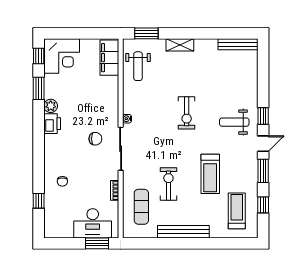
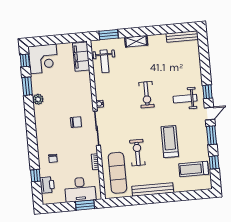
printer: (52, 124) -> (47, 185), moved
treadmill: (210, 174) -> (170, 142), turned 180
exercise mat: (141, 207) -> (117, 173), width x1.36, depth x1.45
treadmill: (237, 211) -> (194, 169), turned -90

